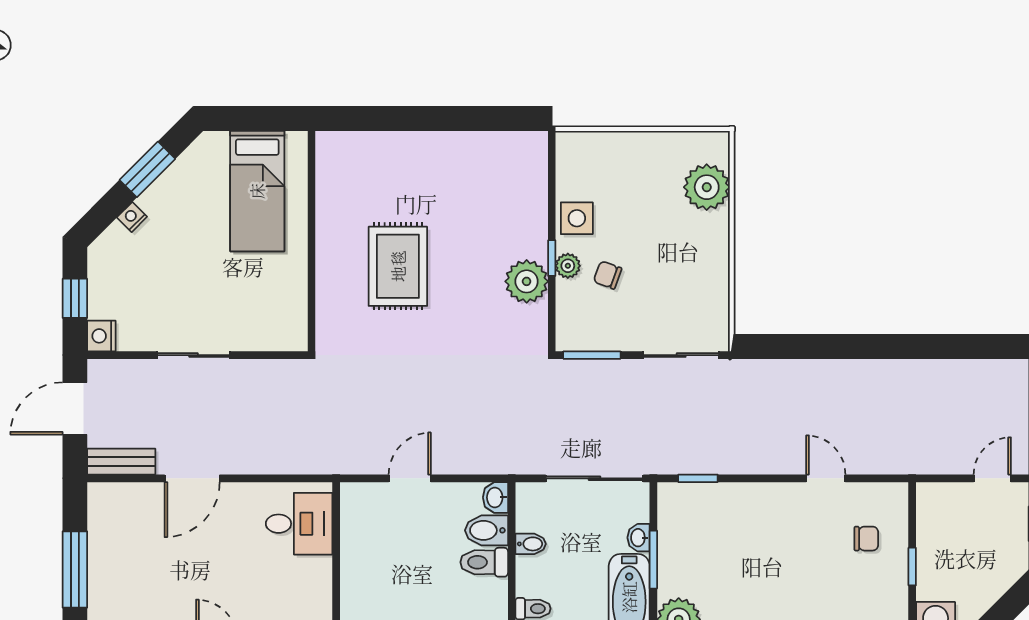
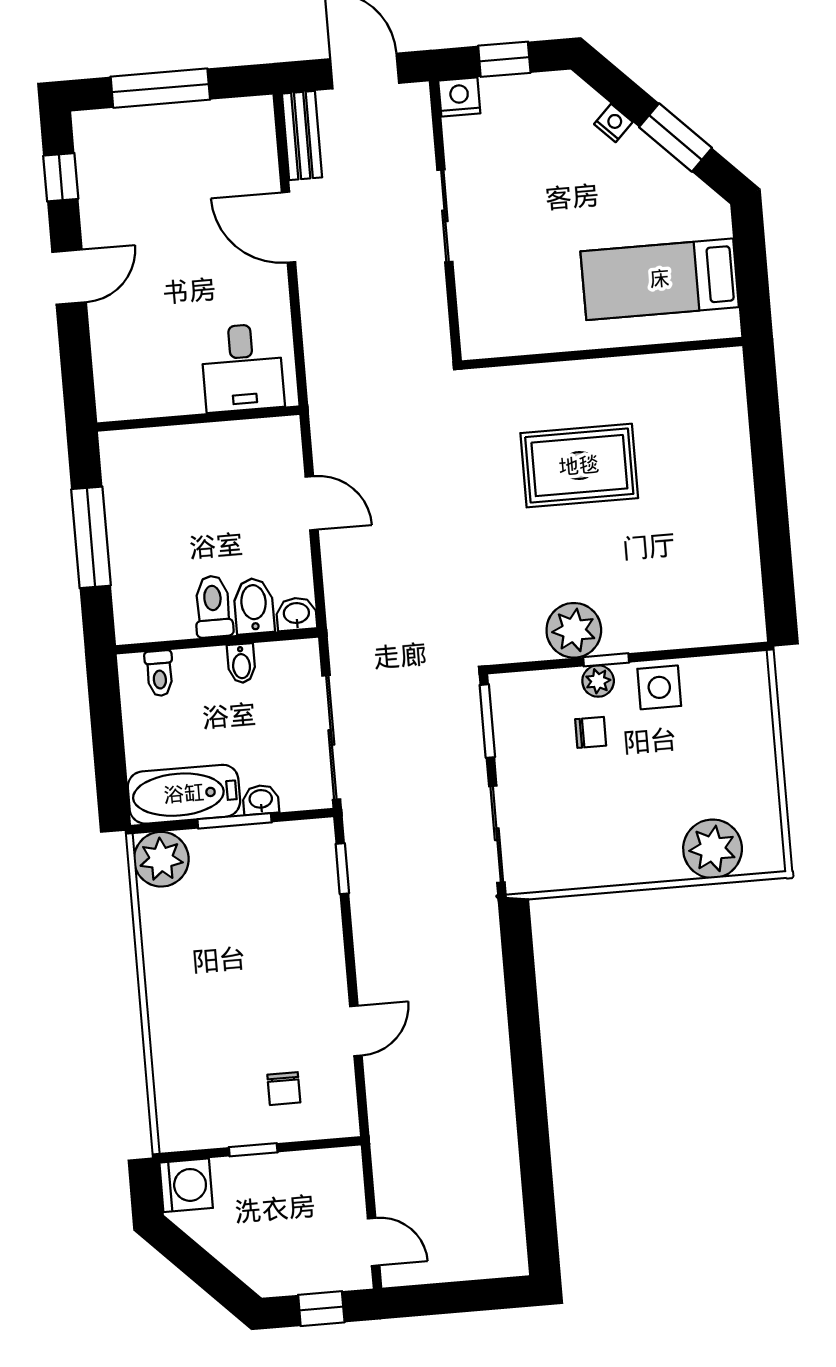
chair: (608, 275) -> (591, 732), turned 70

